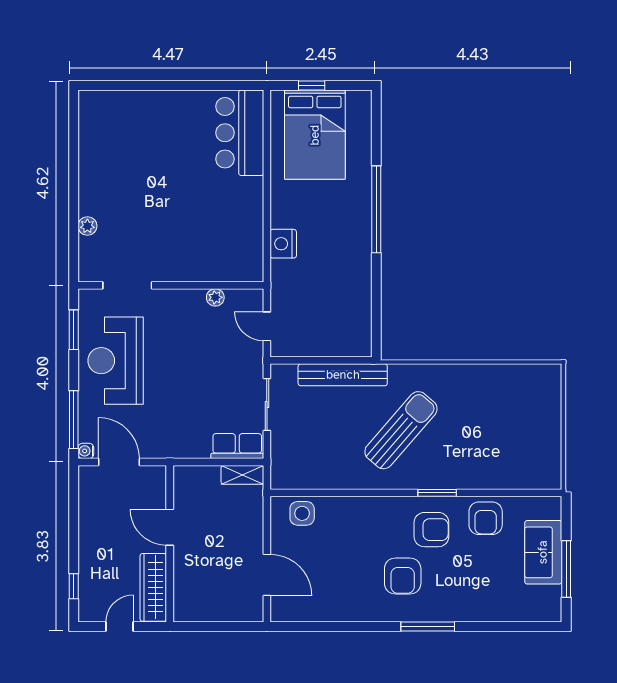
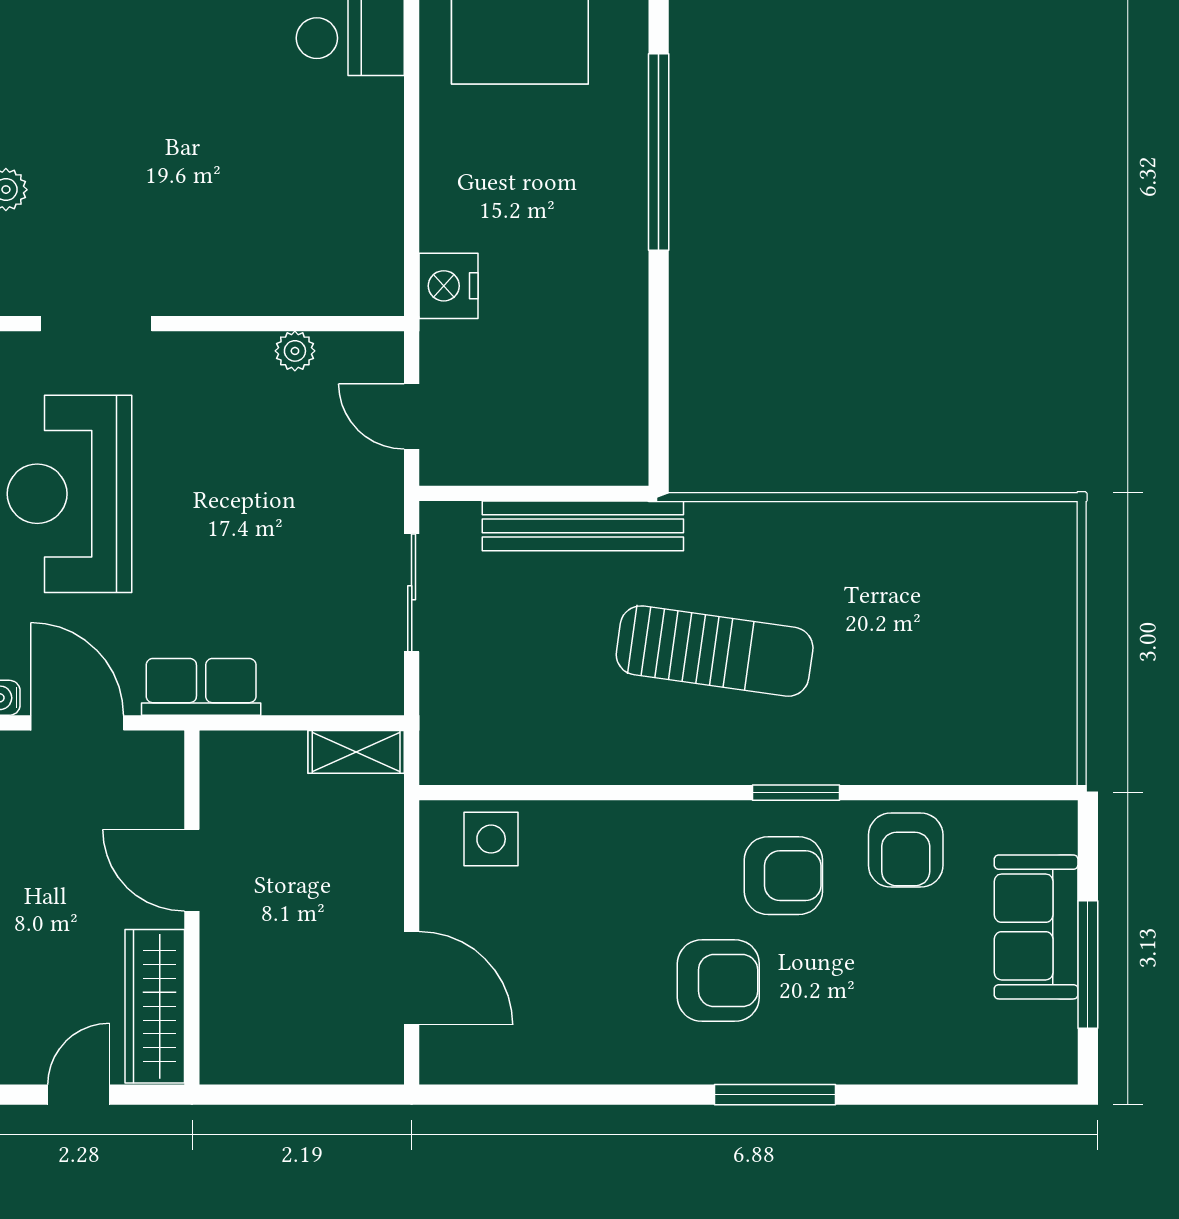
nightstand: (283, 244) -> (448, 286), moved
sun lounger: (401, 430) -> (715, 651), turned 57
row of seats: (237, 446) -> (201, 687), moved
armchair: (403, 576) -> (718, 981), turned -90

